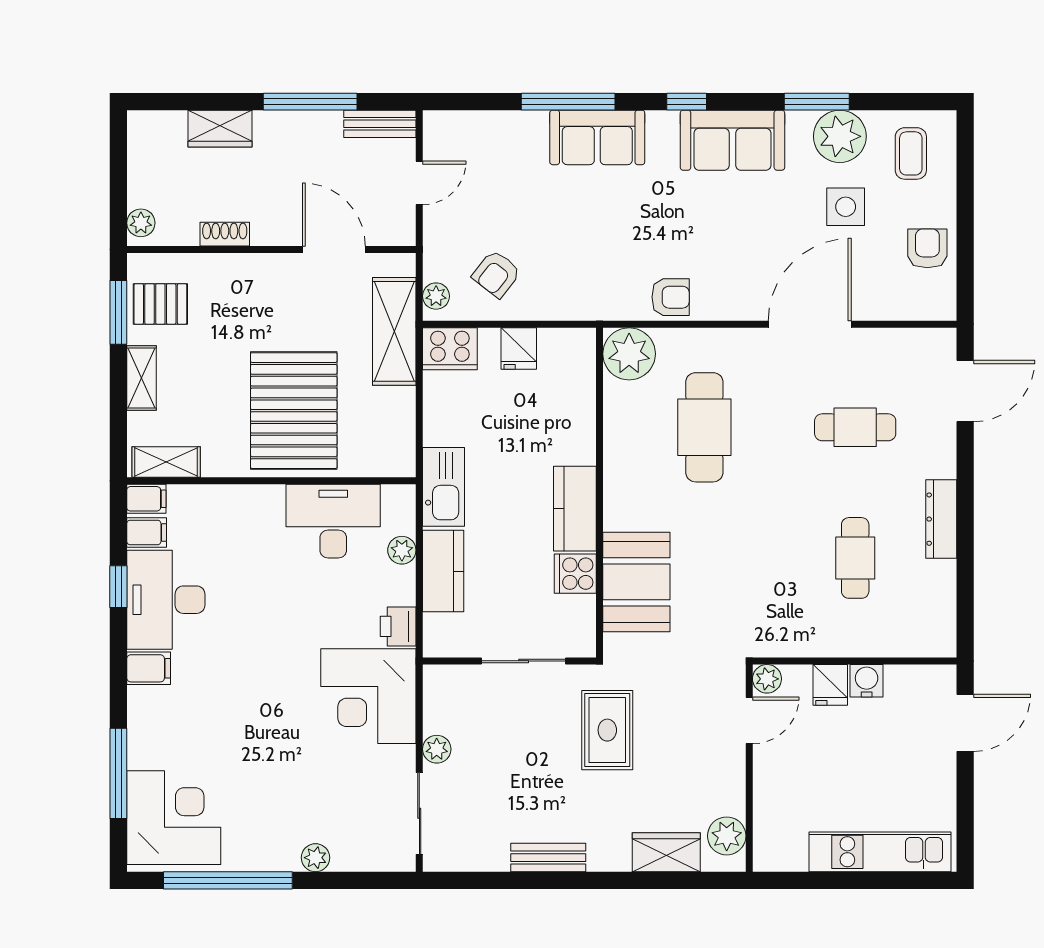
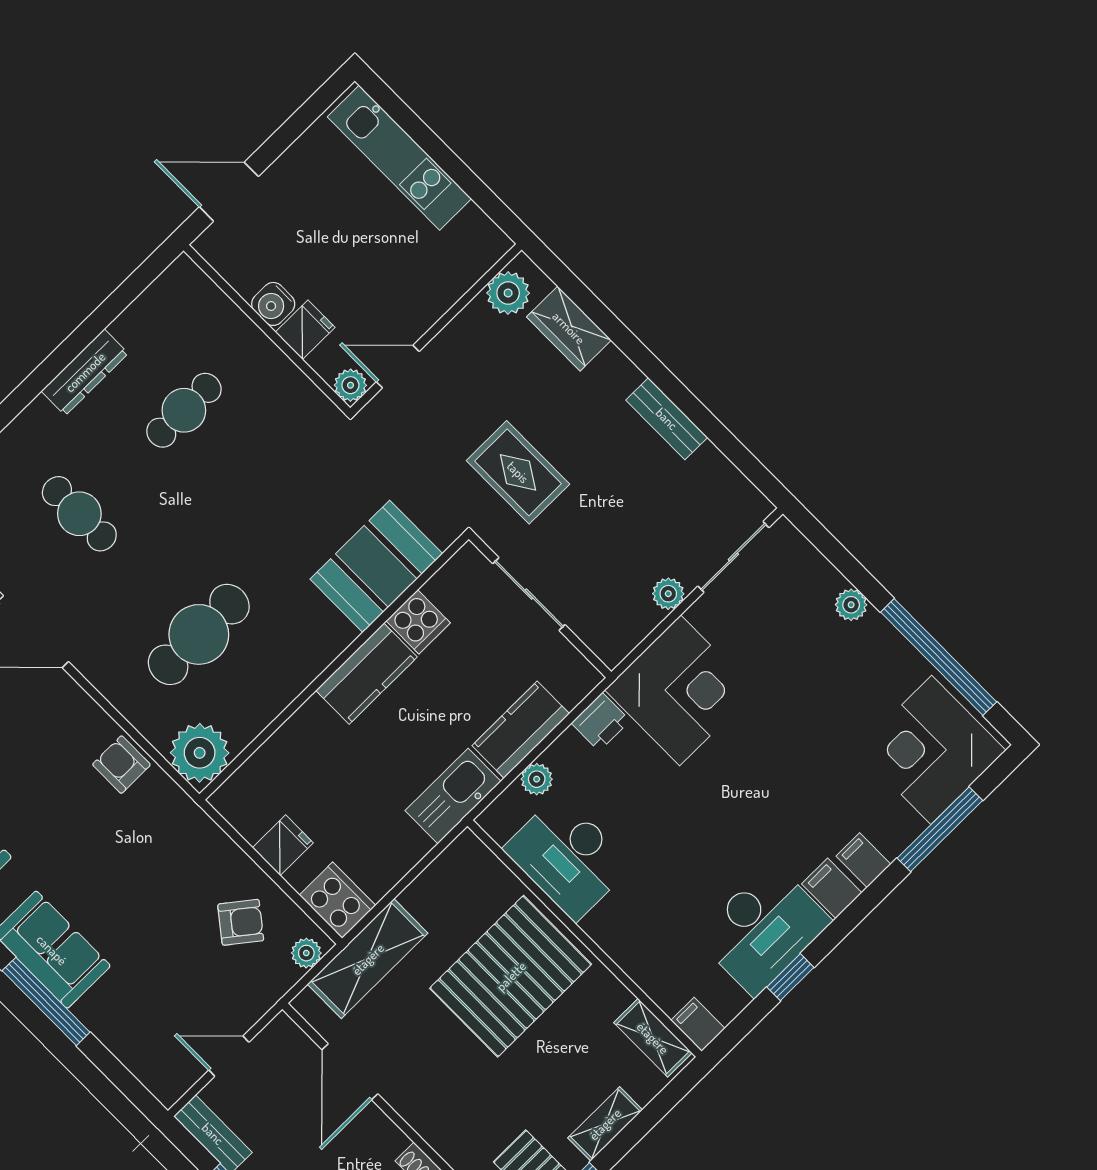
filing cabinet: (147, 532) -> (863, 860), moved
rug: (607, 730) -> (518, 472), turned 90

